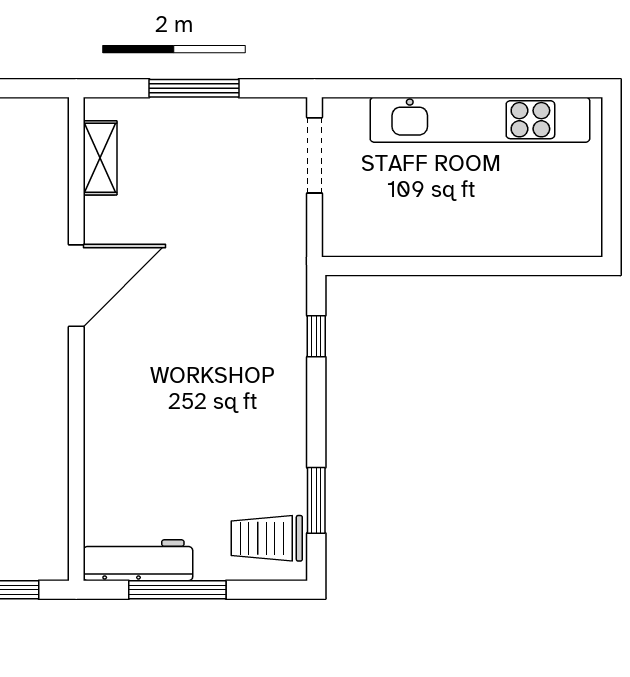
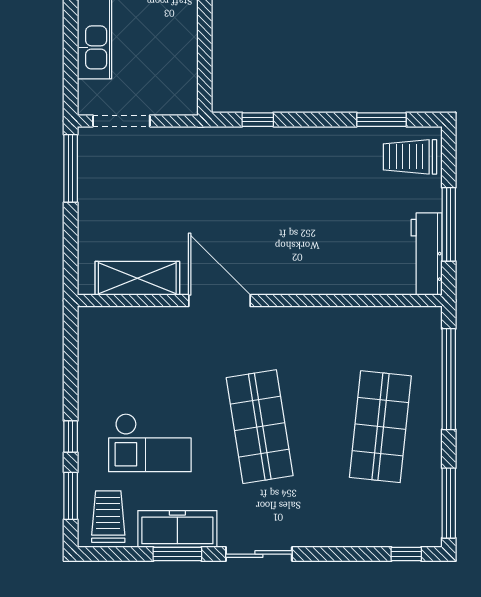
window: (194, 88) -> (71, 168), moved
shelving: (100, 158) -> (137, 278), width x1.50, depth x1.33
trolley: (267, 538) -> (410, 157), turned 90

